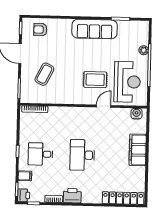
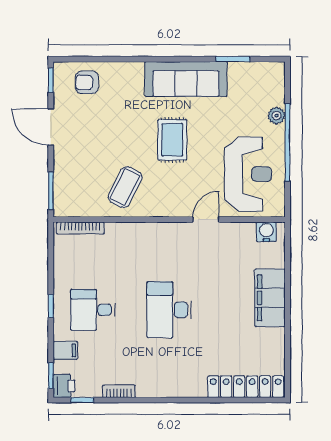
coffee table: (44, 74) -> (125, 187), moved
rug: (95, 80) -> (172, 140), moved, turned 90
printer: (72, 196) -> (153, 384), removed

